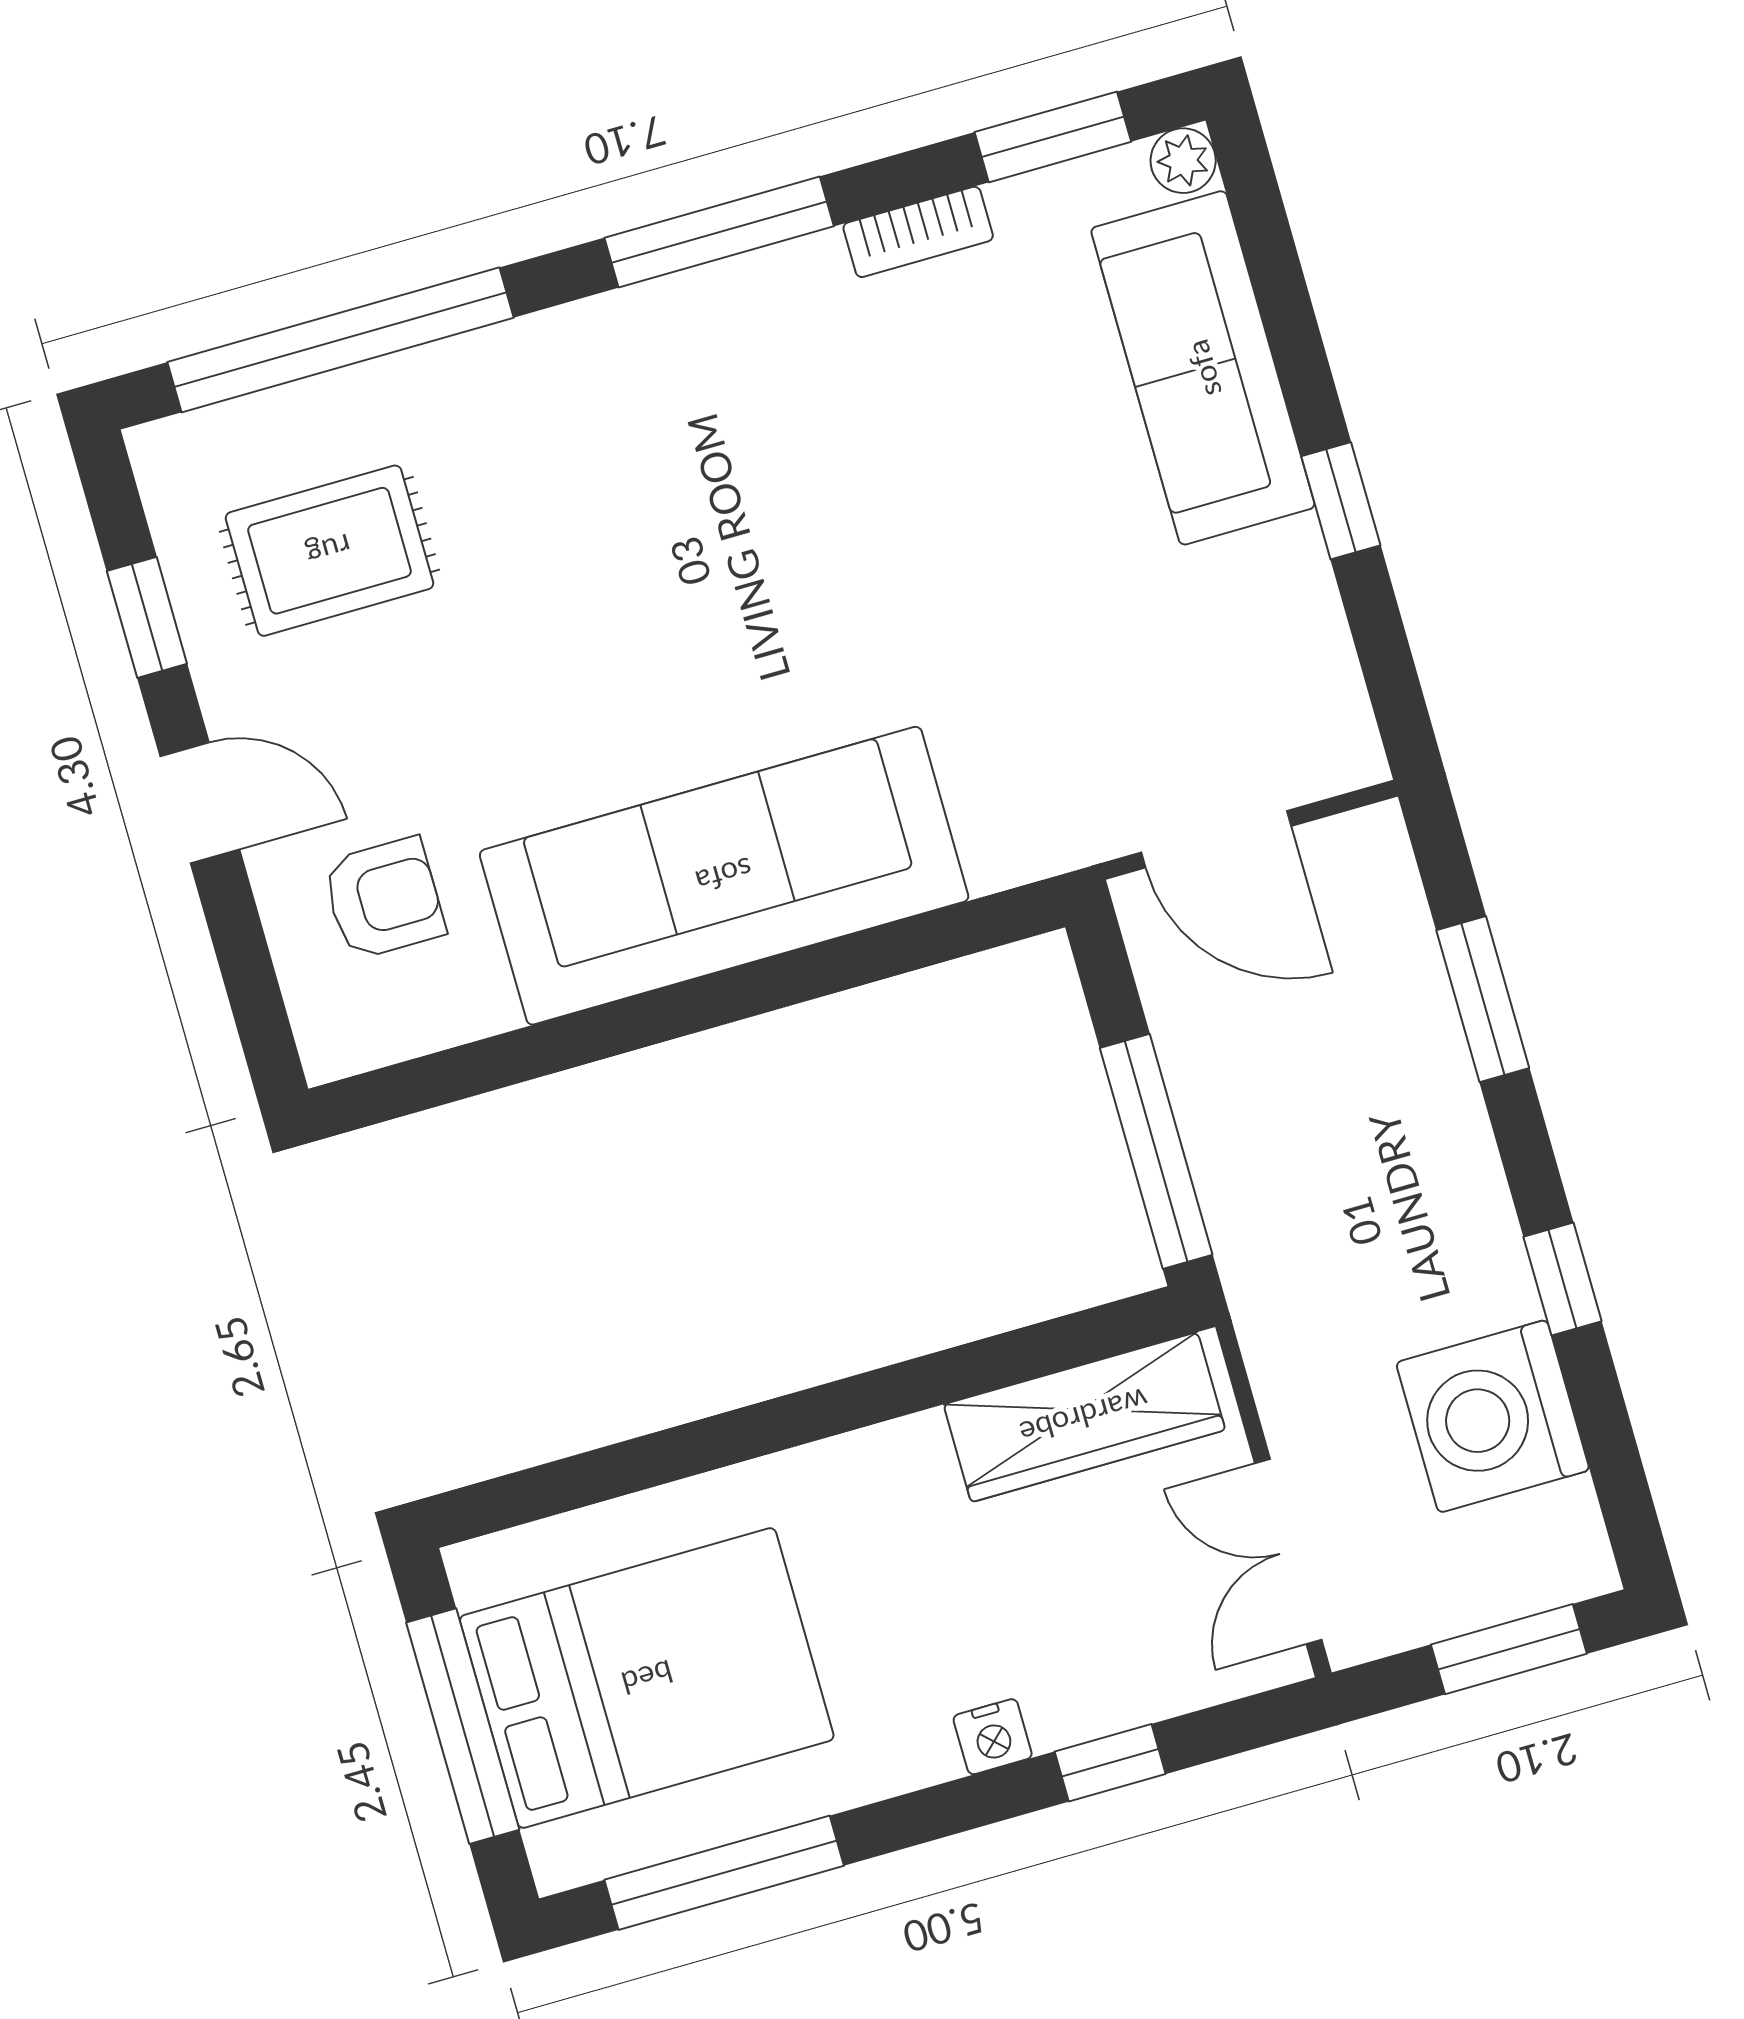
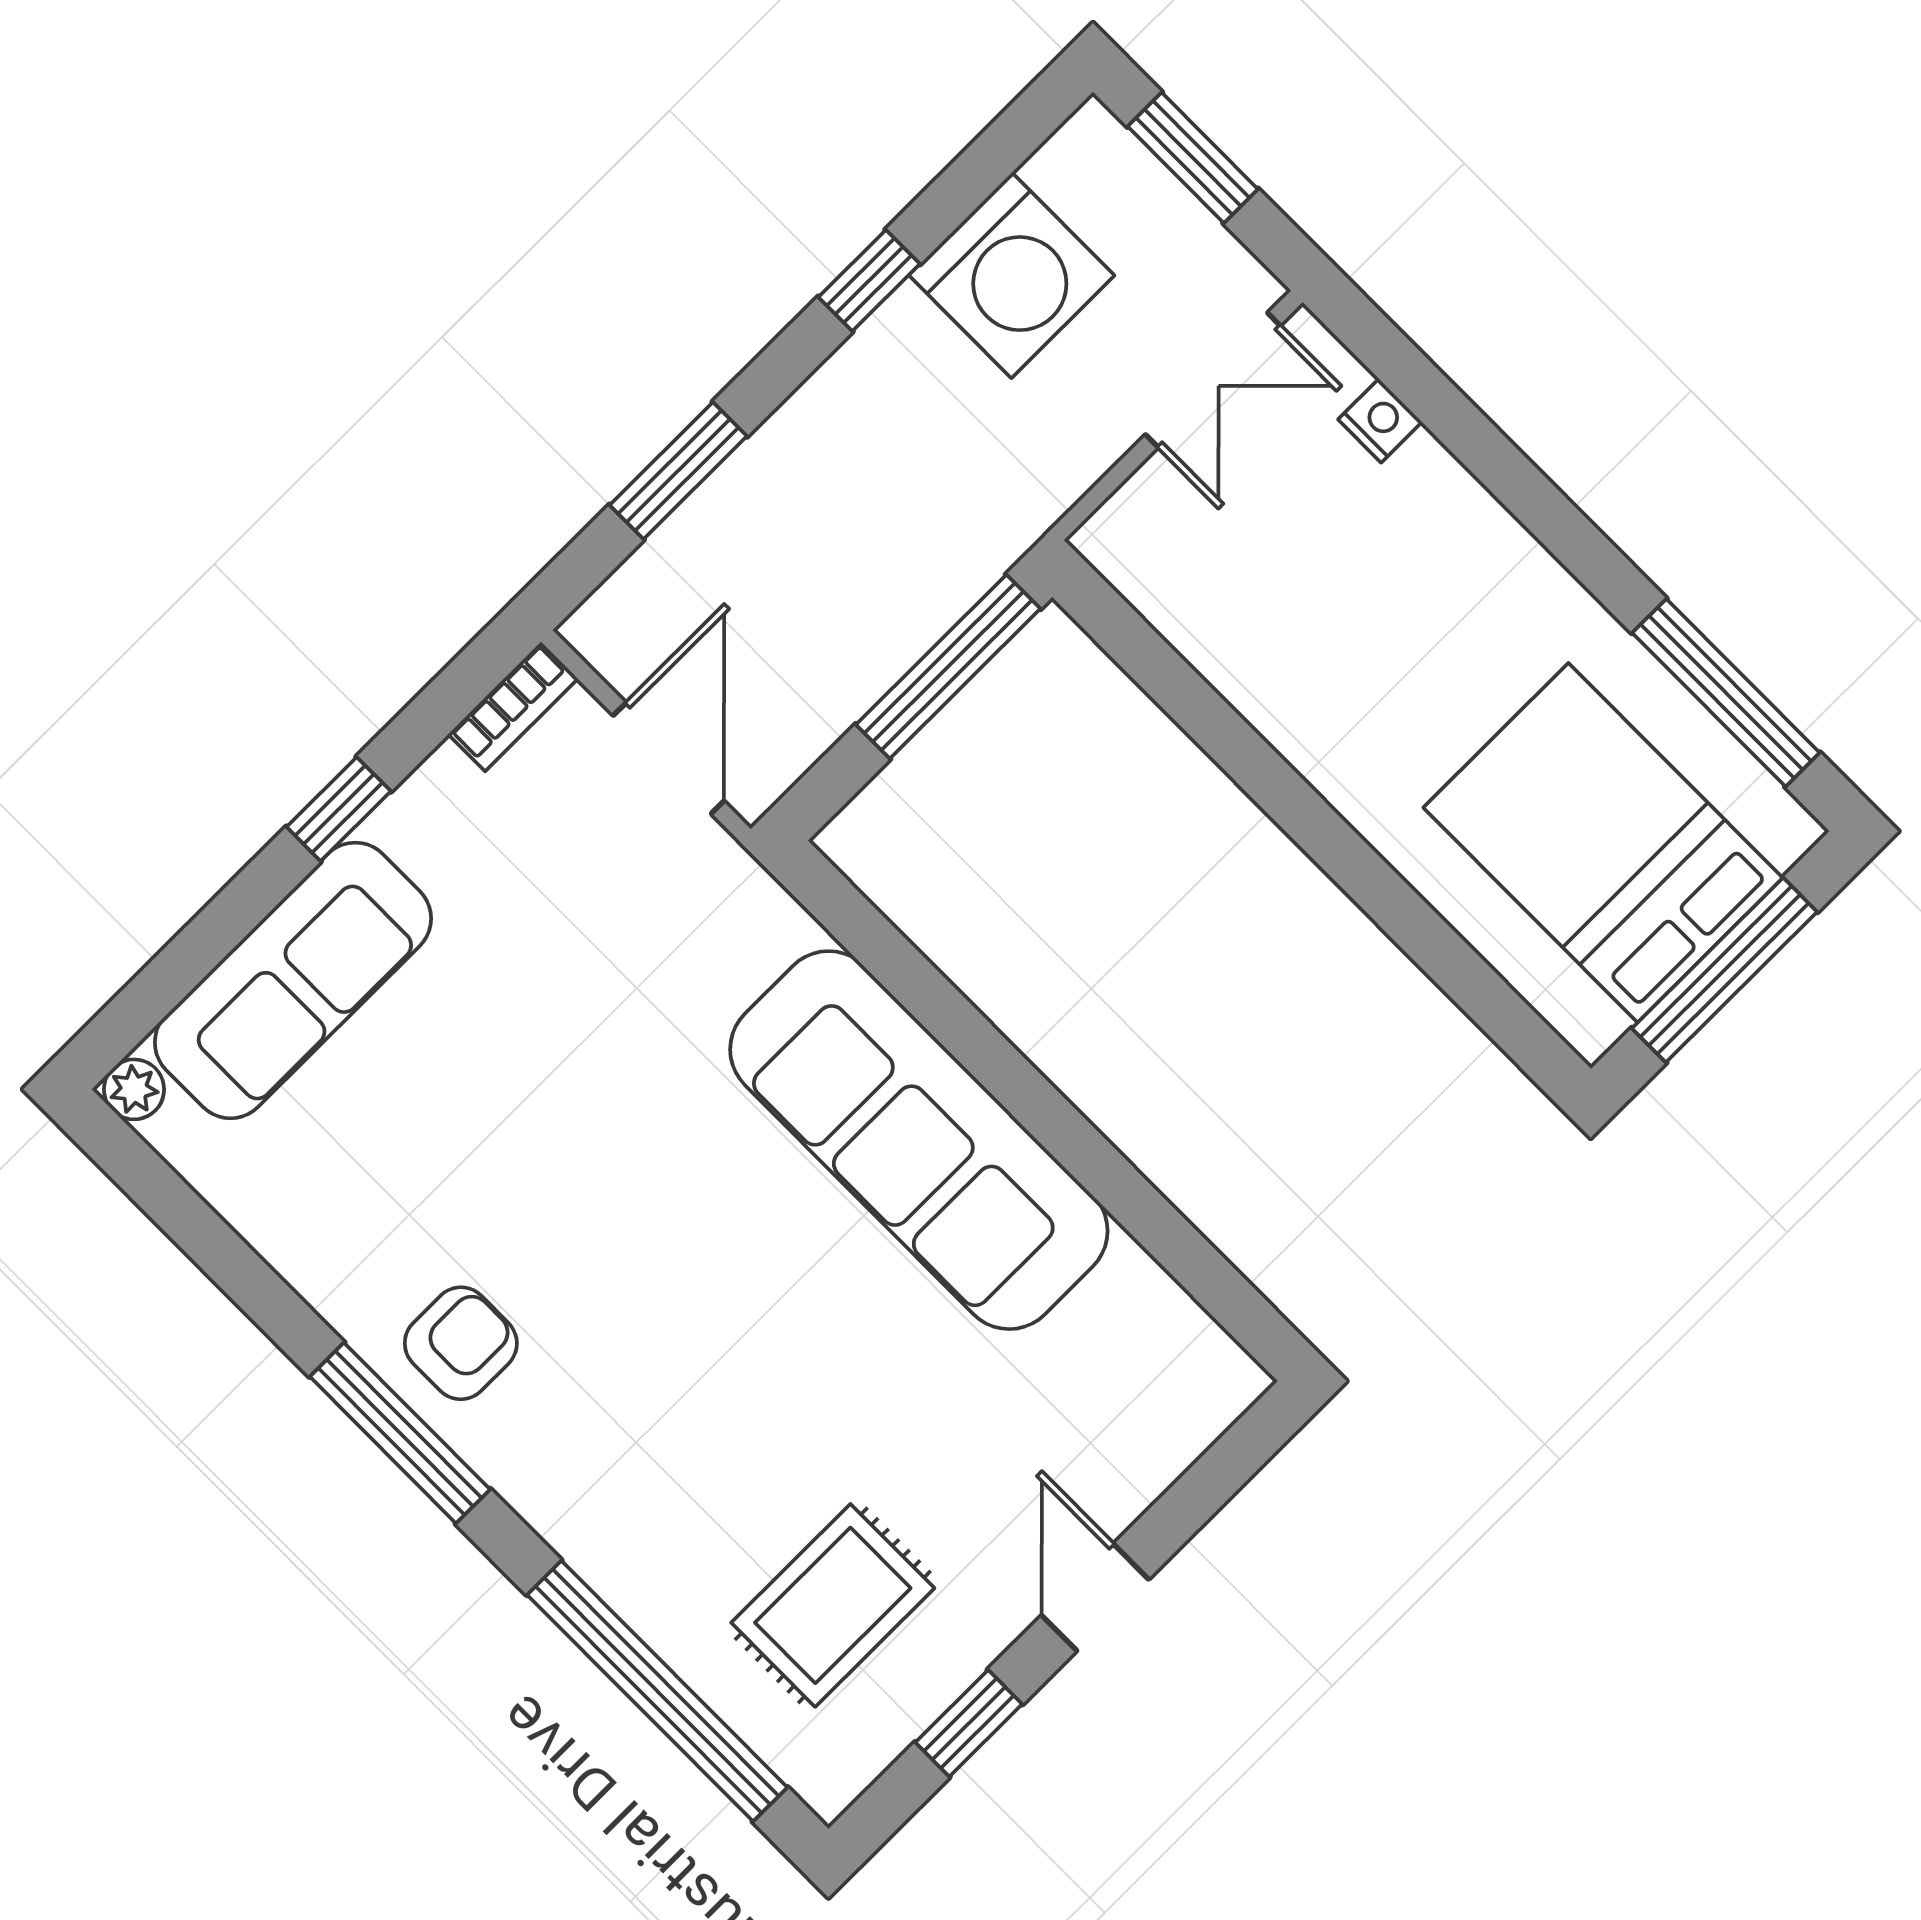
window: (1053, 137) -> (173, 1205), removed
bookcase: (918, 232) -> (513, 706), moved, turned 90
rug: (329, 551) -> (833, 1605), turned 90
armchair: (384, 898) -> (461, 1343), moved, turned 90
wardrobe: (1084, 1417) -> (1196, 606), removed
nightstand: (993, 1737) -> (1380, 421), moved
window: (1110, 1763) -> (1464, 430), removed

